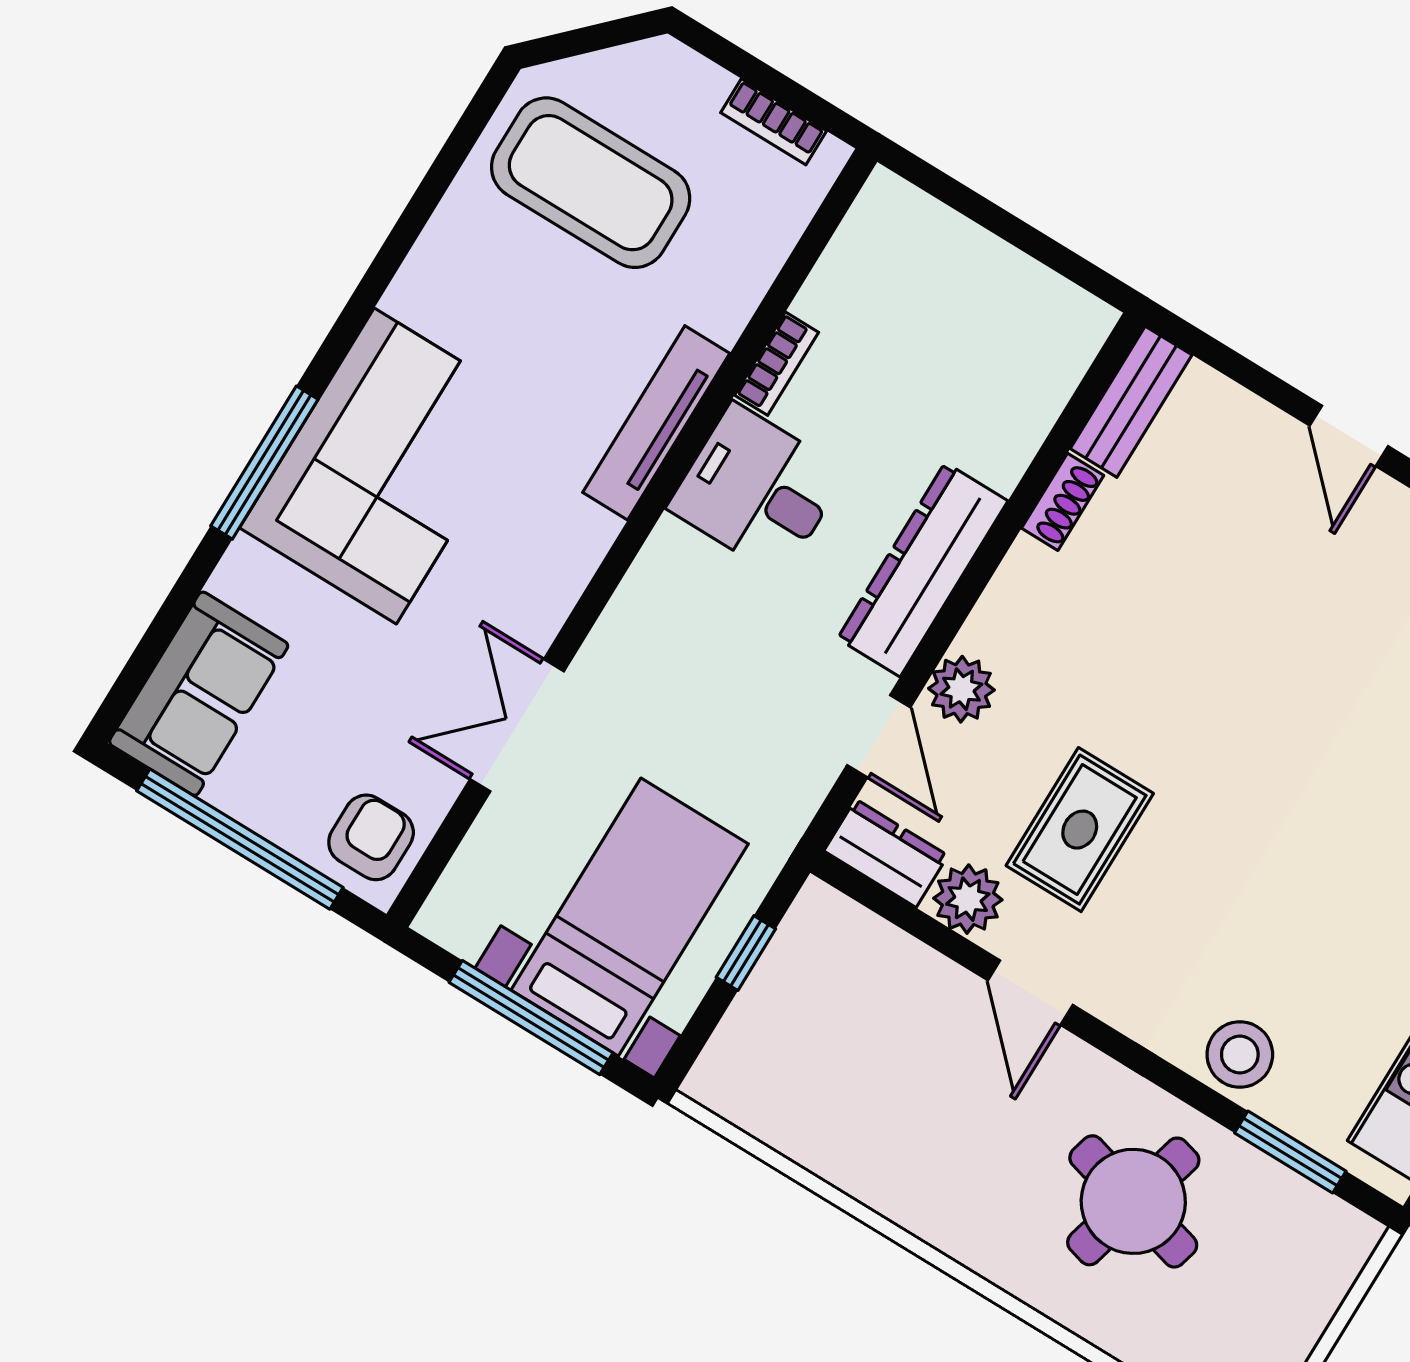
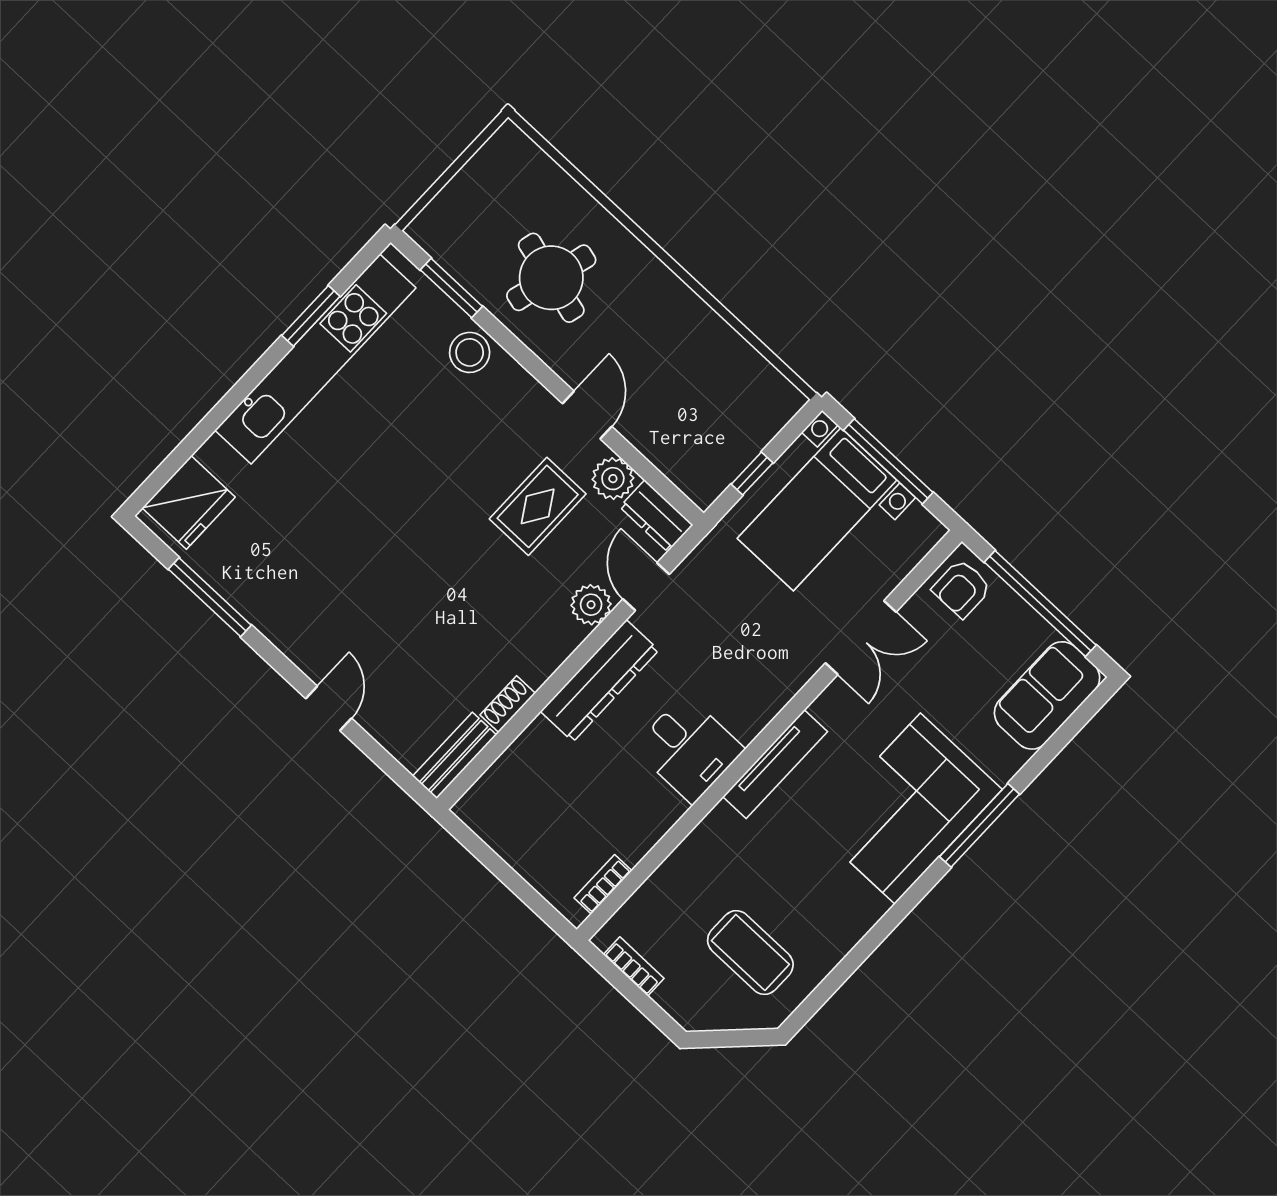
coffee table: (591, 183) -> (750, 953), width x0.73, depth x0.76
bookcase: (777, 364) -> (603, 884), moved
tv unit: (656, 423) -> (775, 764), moved

